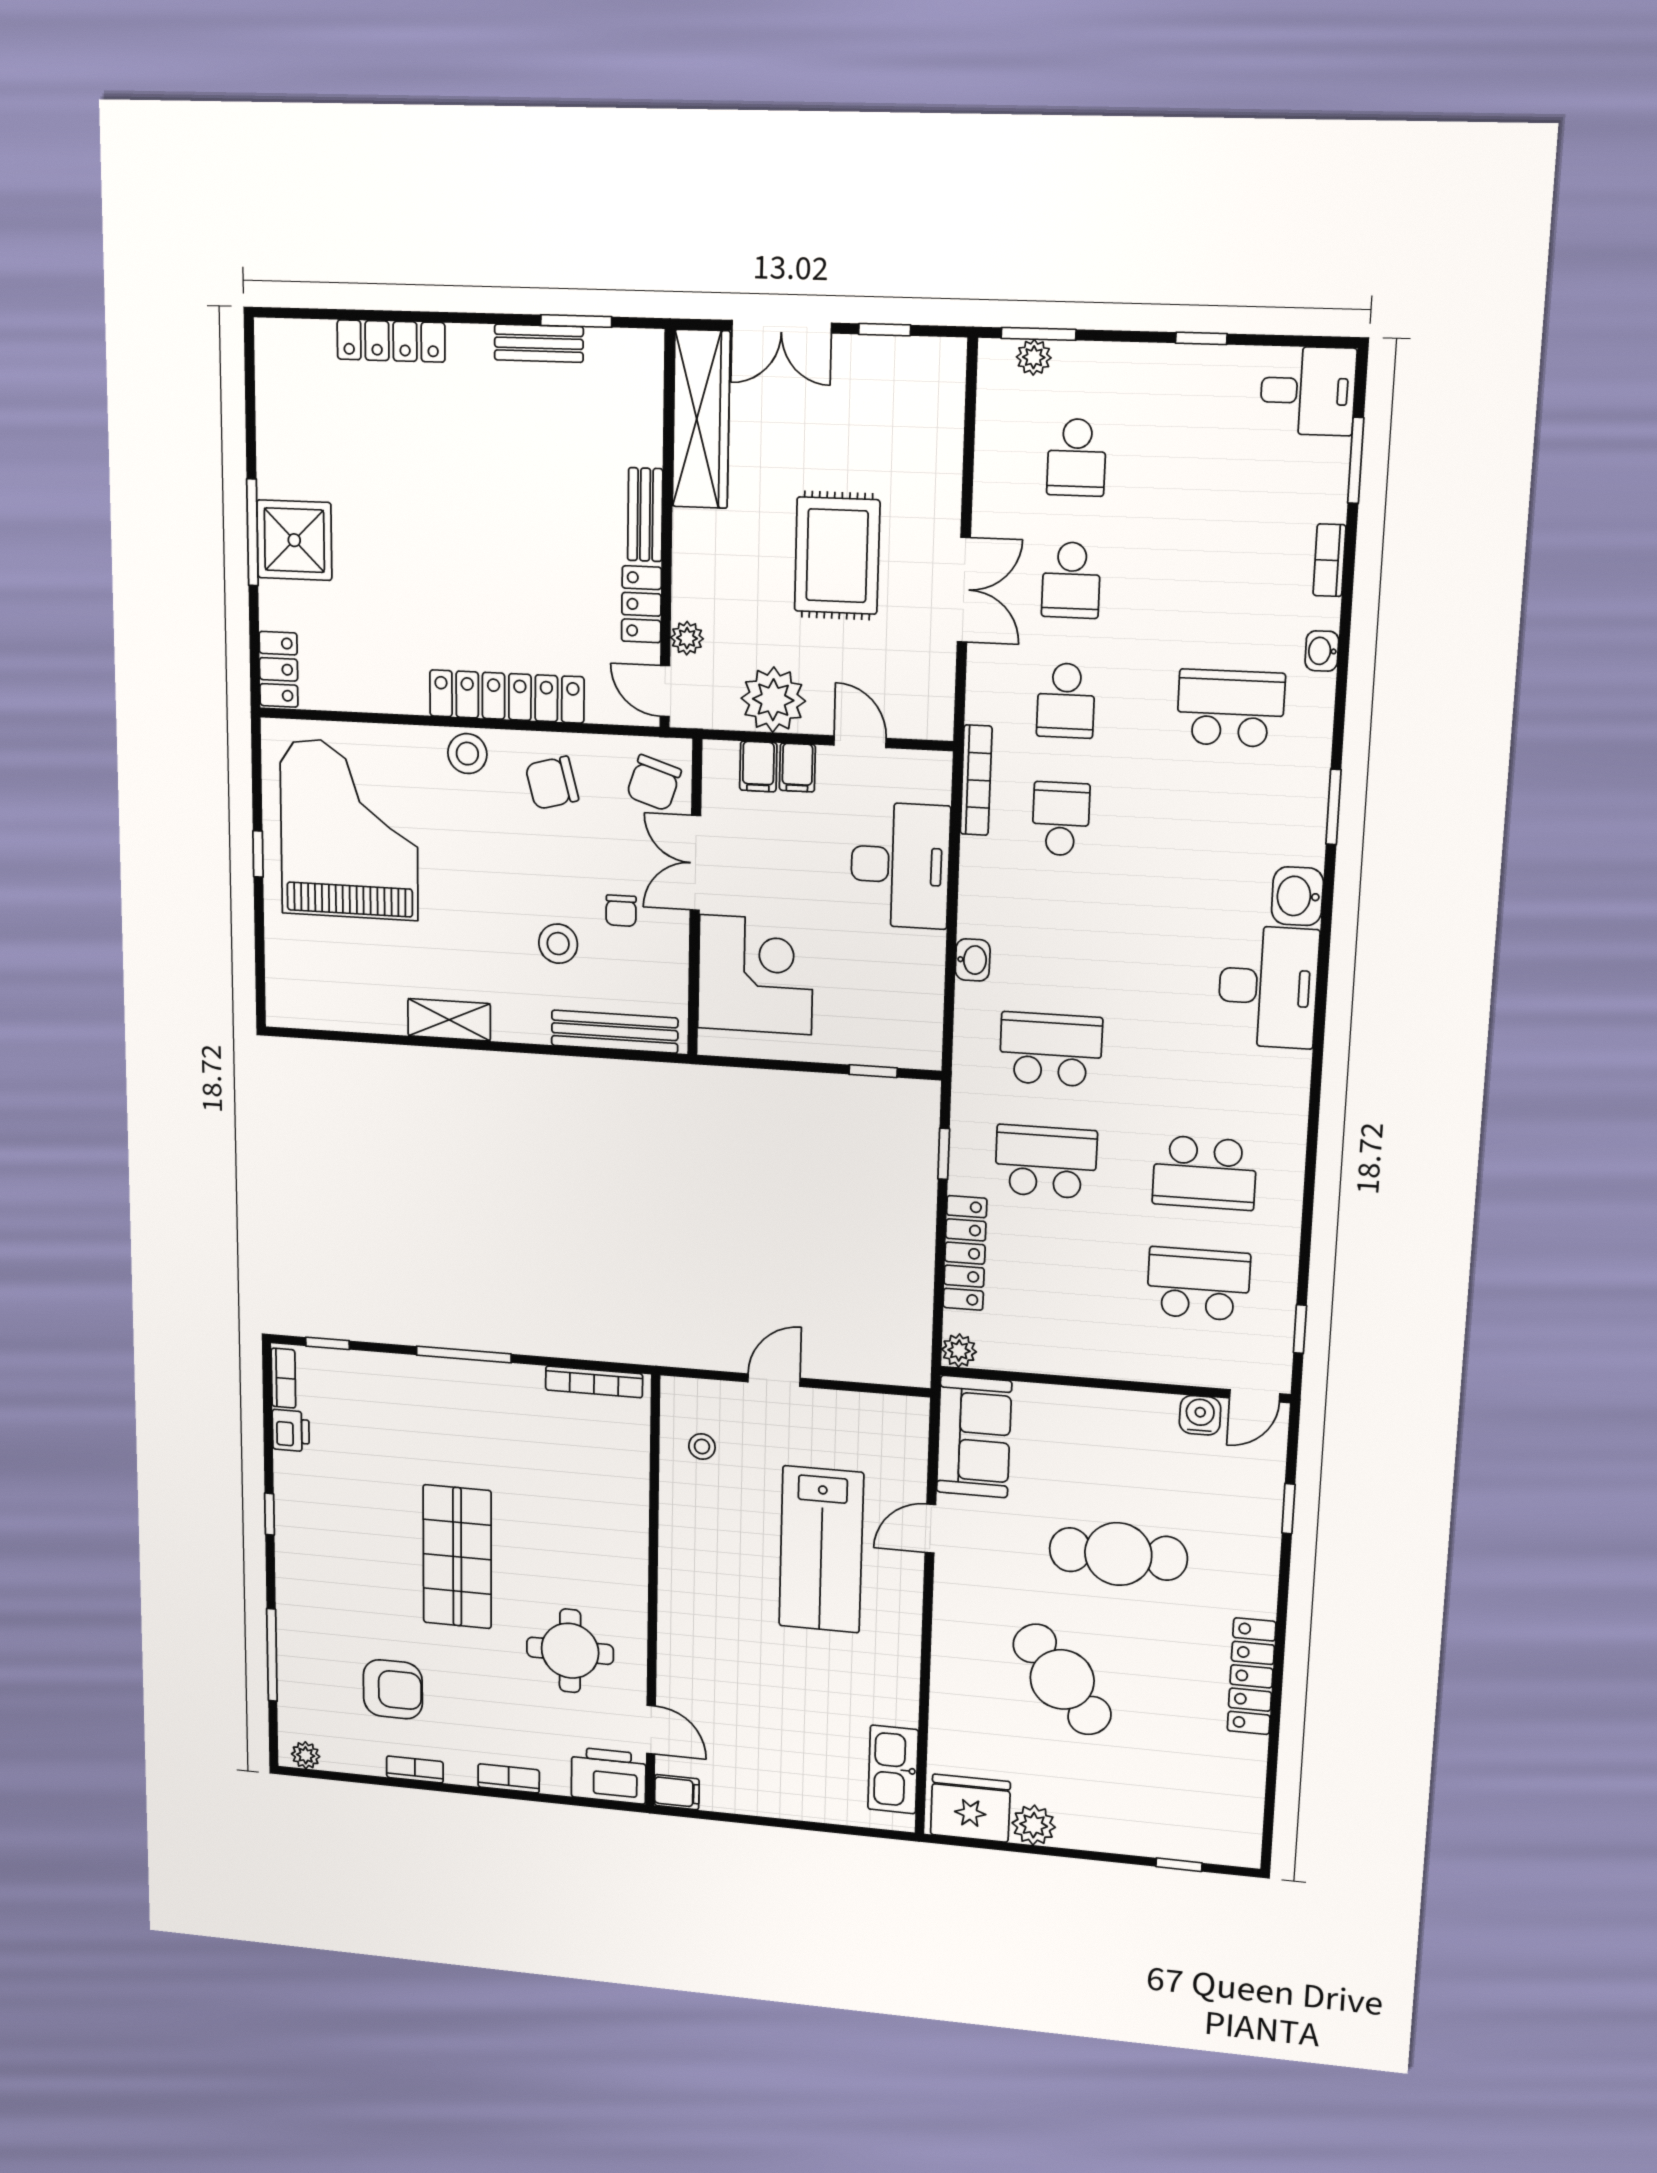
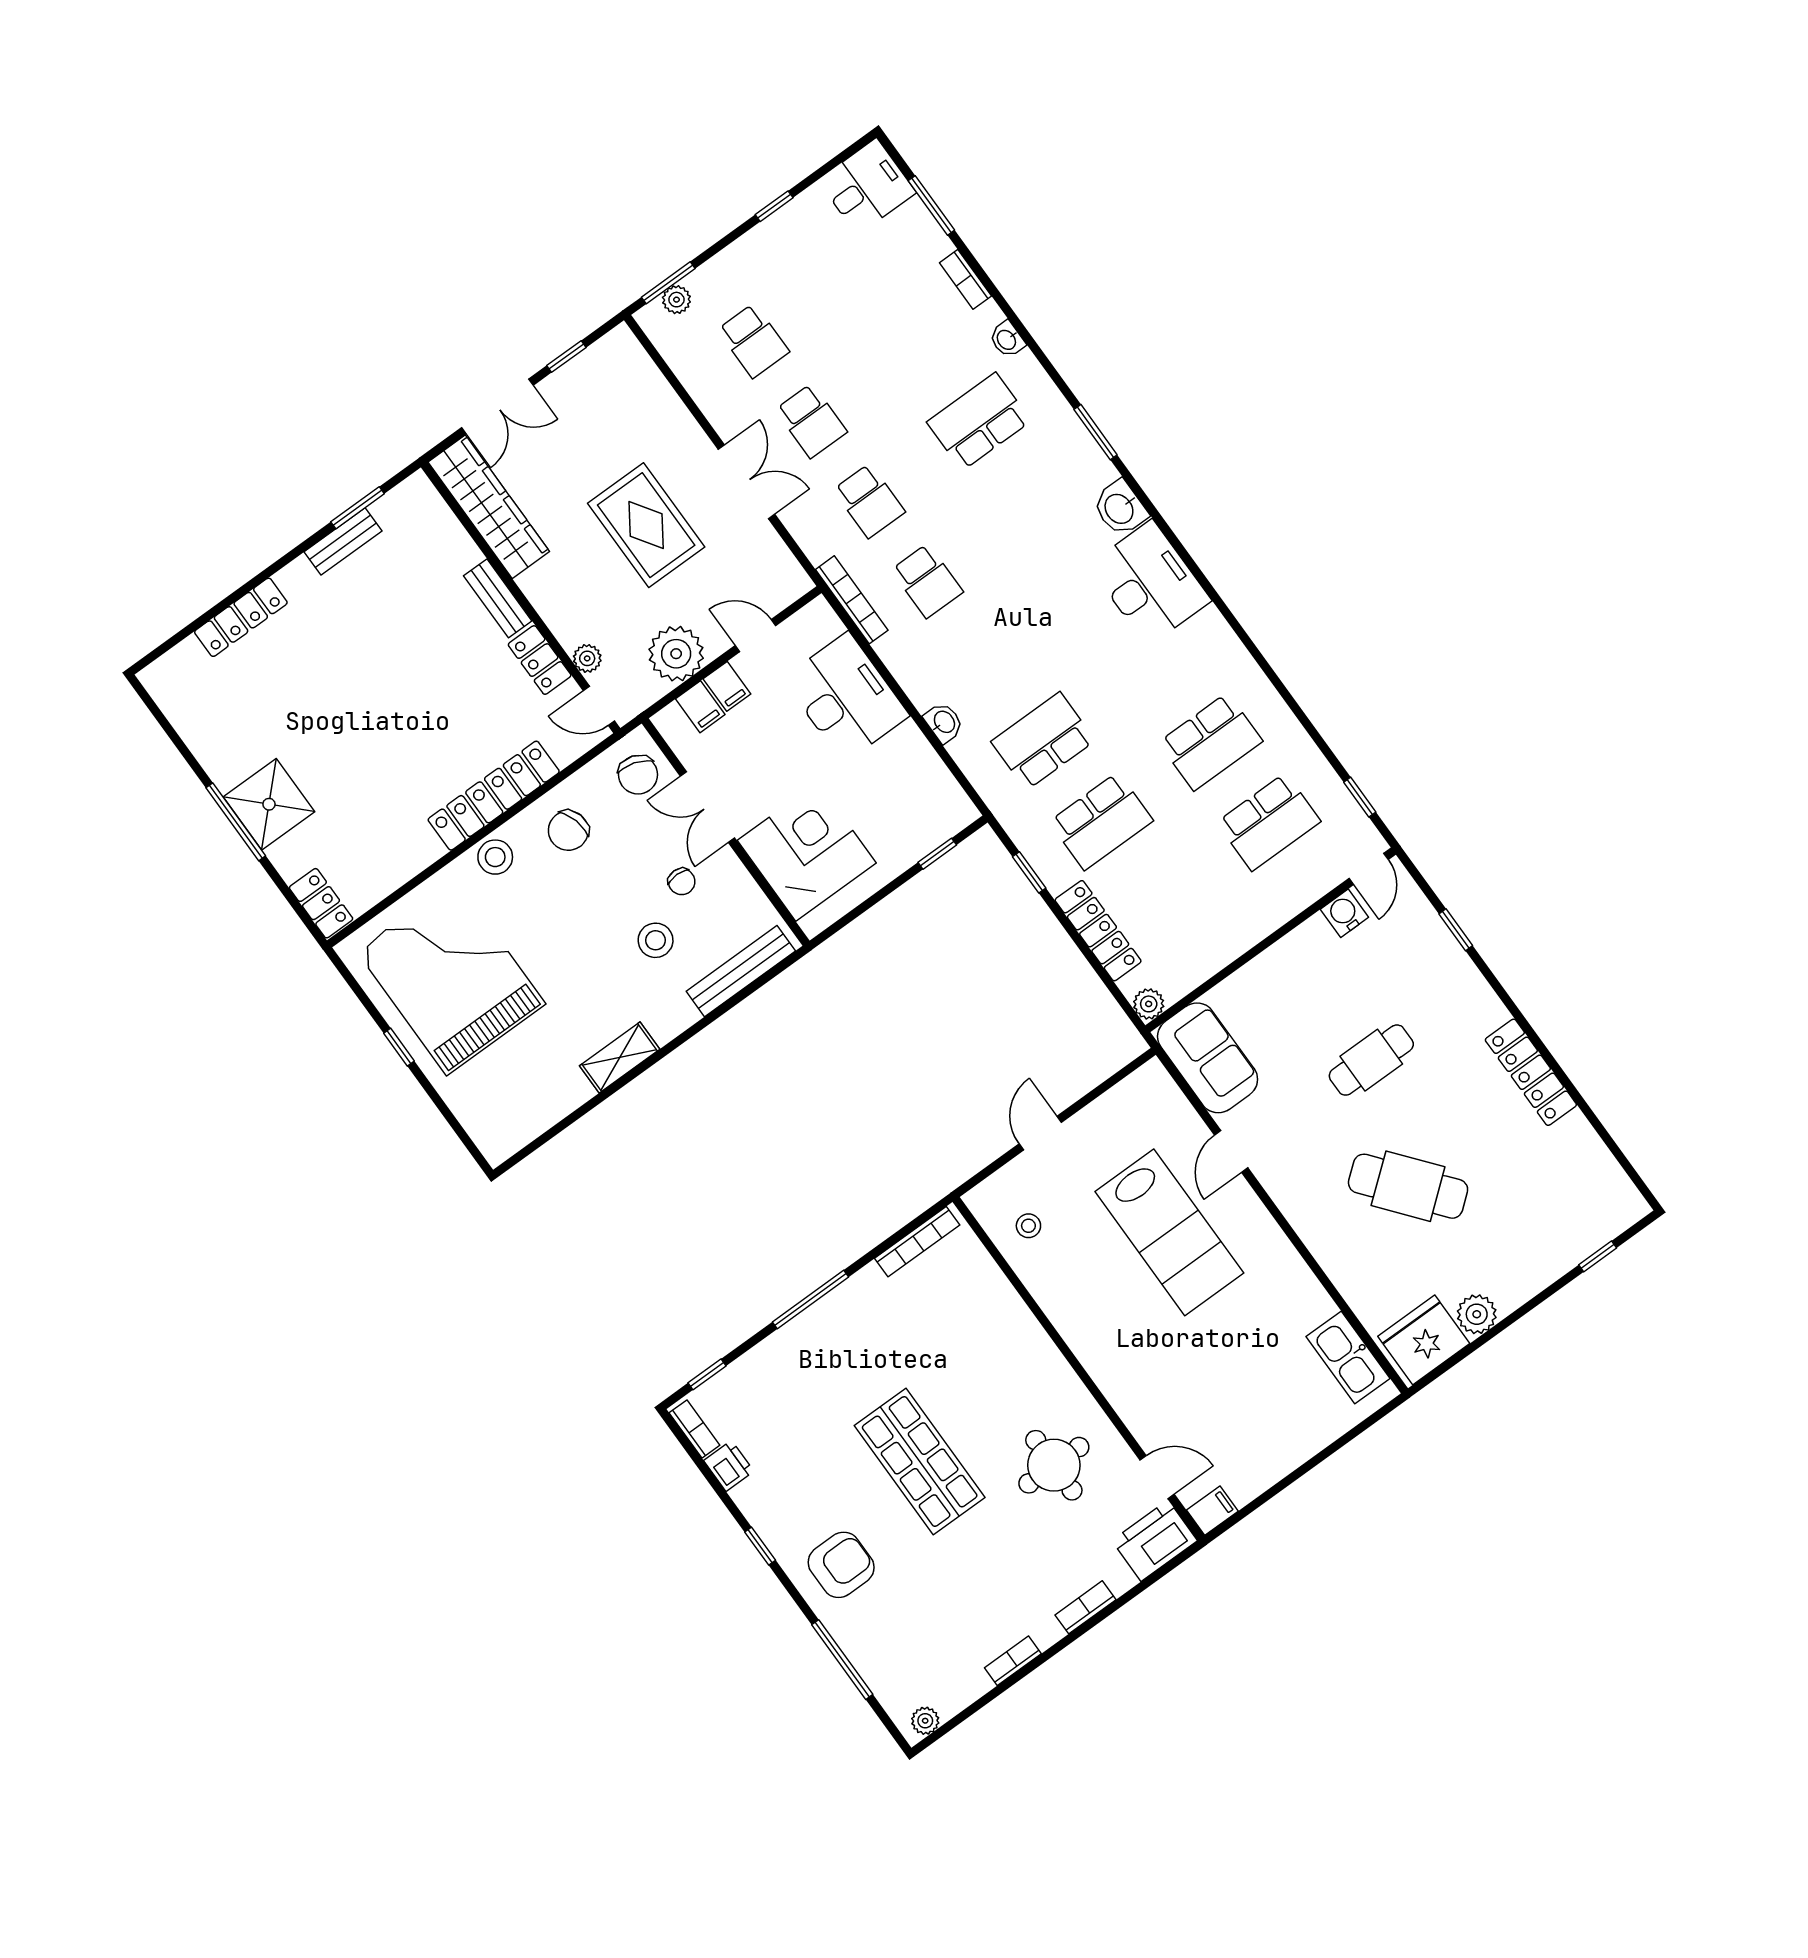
school desk: (1061, 819) -> (927, 581), turned 180
school desk: (1046, 1162) -> (1101, 821), turned 180
school desk: (1198, 1284) -> (1269, 822), turned 180
cafe table: (1118, 1554) -> (1371, 1060), width x0.73, depth x0.74
armchair: (393, 1689) -> (841, 1565), moved

